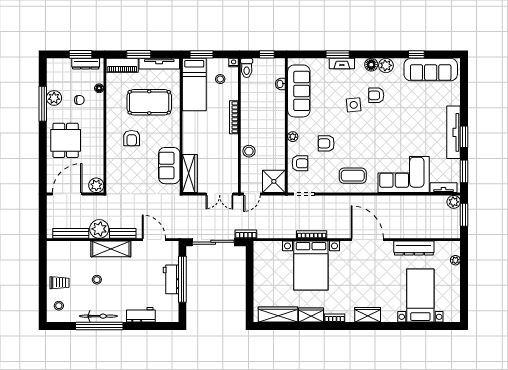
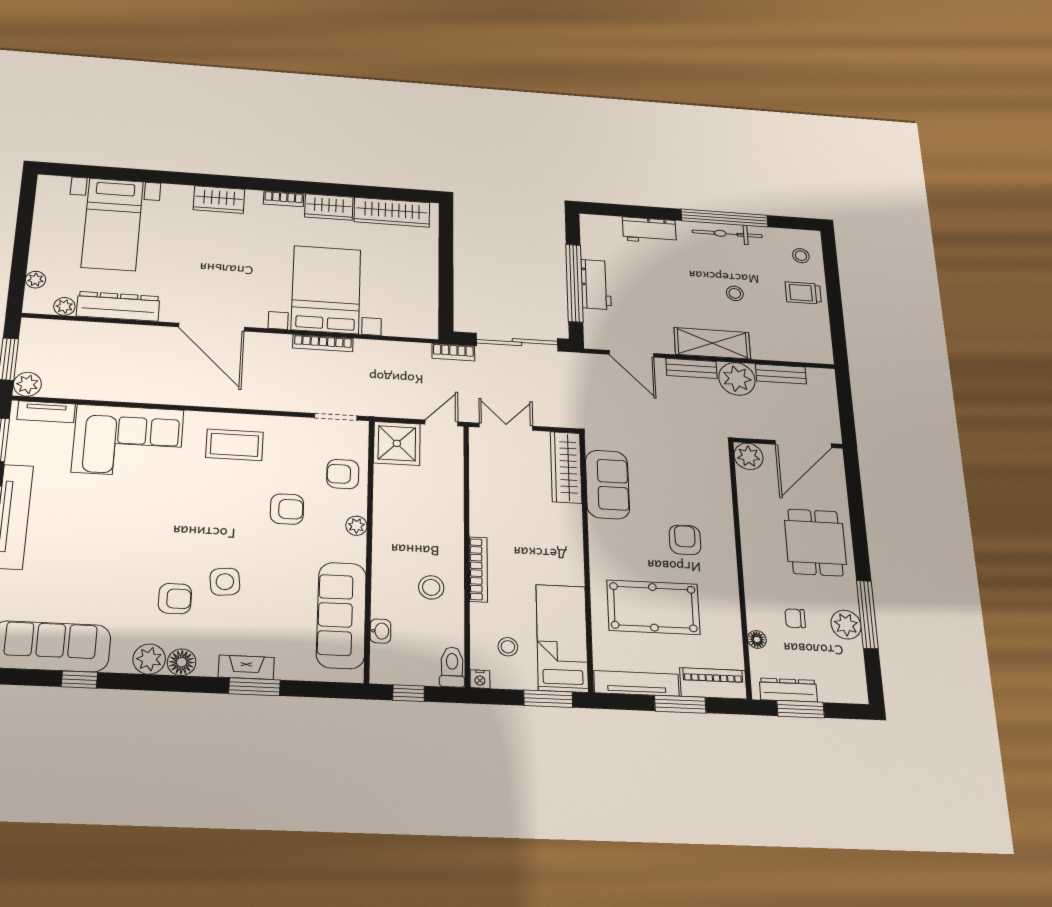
stool: (249, 151) -> (431, 587), moved
bench: (71, 233) -> (781, 374), width x0.73
plant: (440, 246) -> (64, 306), added

